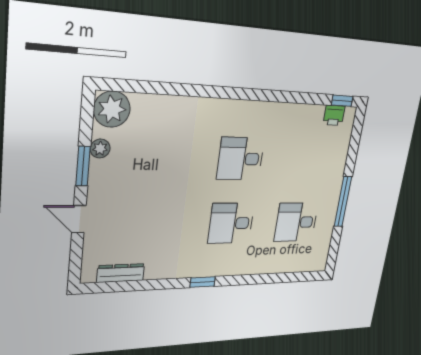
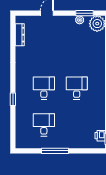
window: (83, 166) -> (84, 13), moved
window: (203, 282) -> (13, 99), moved

